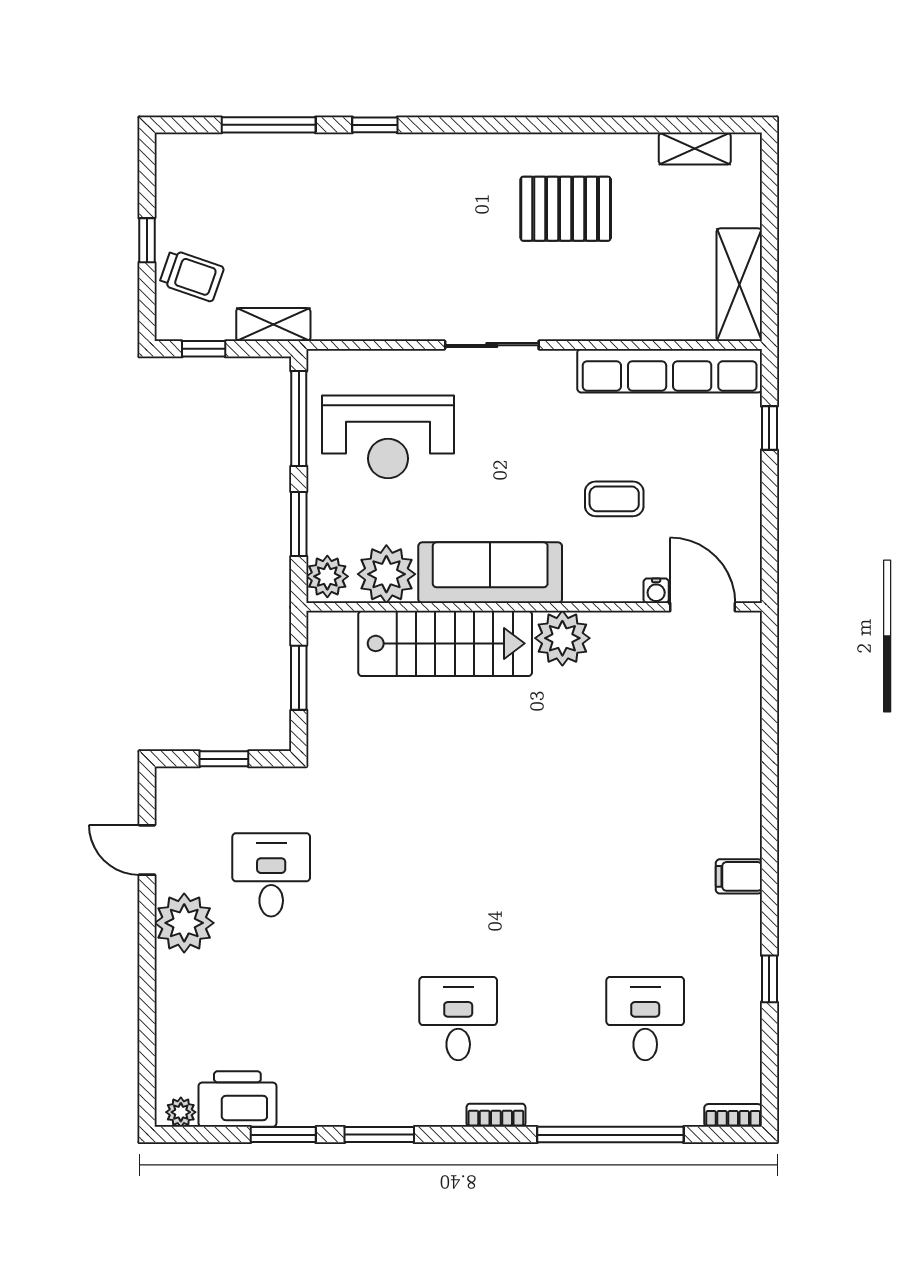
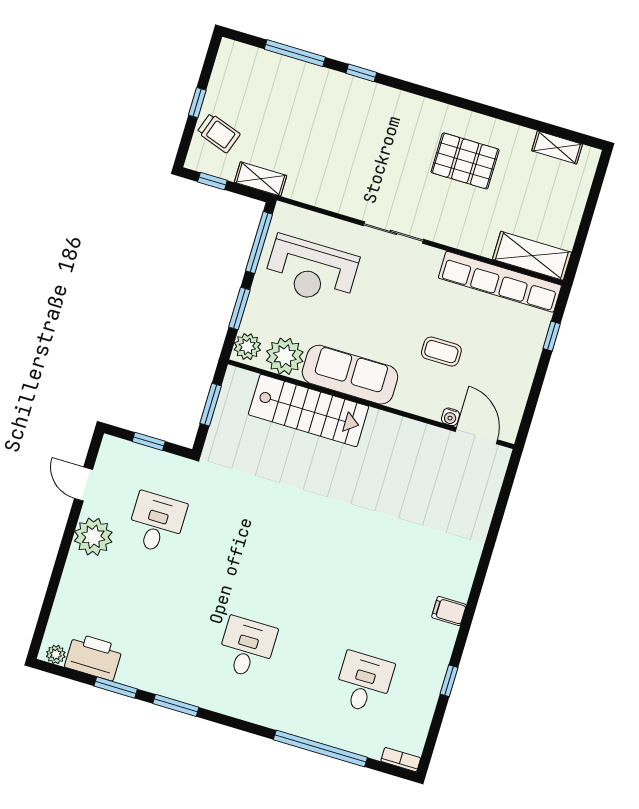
shelving: (739, 285) -> (532, 256), moved, turned 90
plant: (562, 638) -> (383, 429), removed
bookcase: (496, 1115) -> (252, 715), removed

